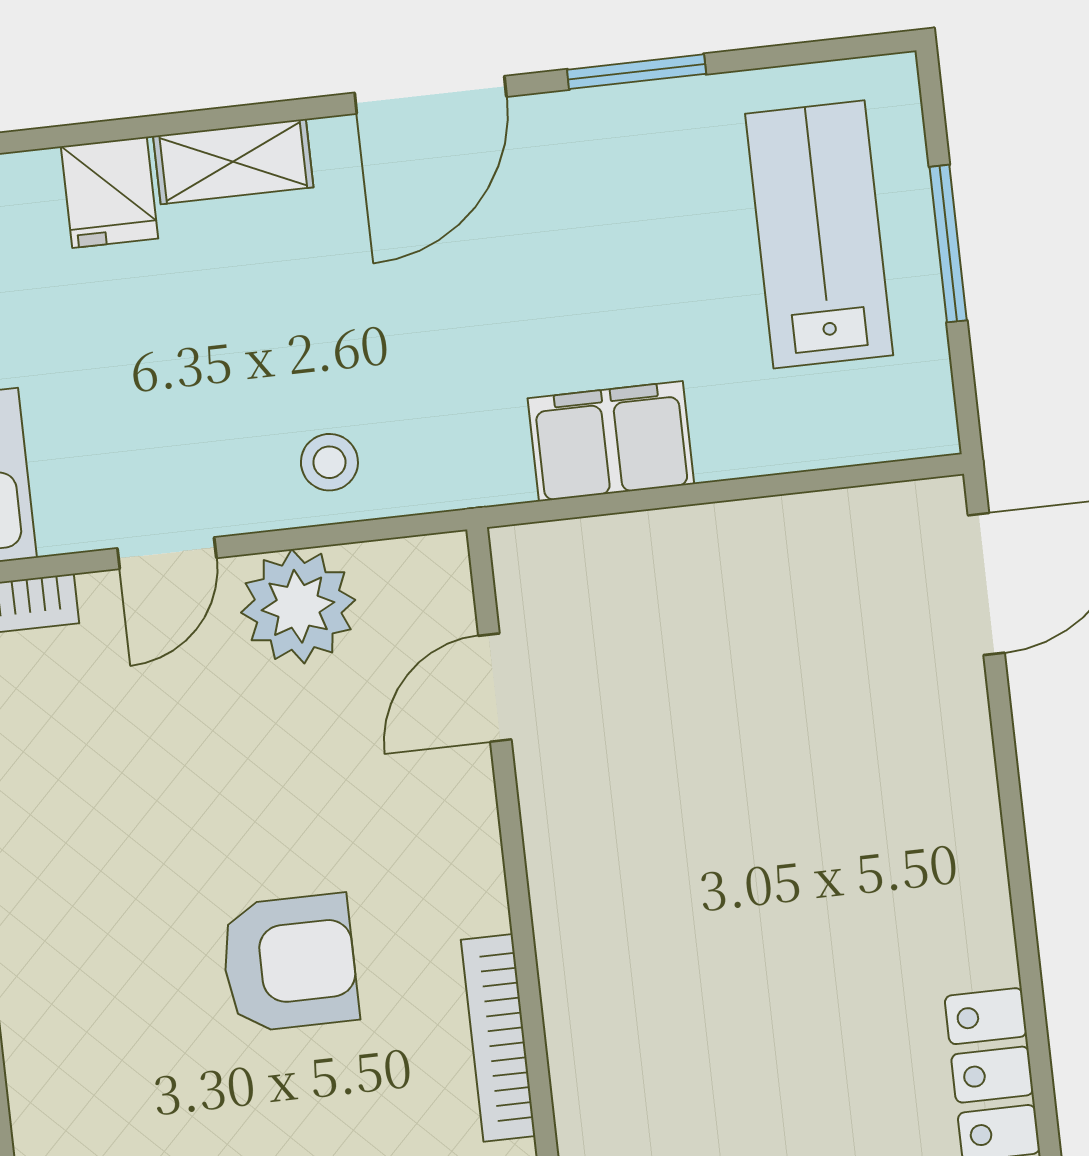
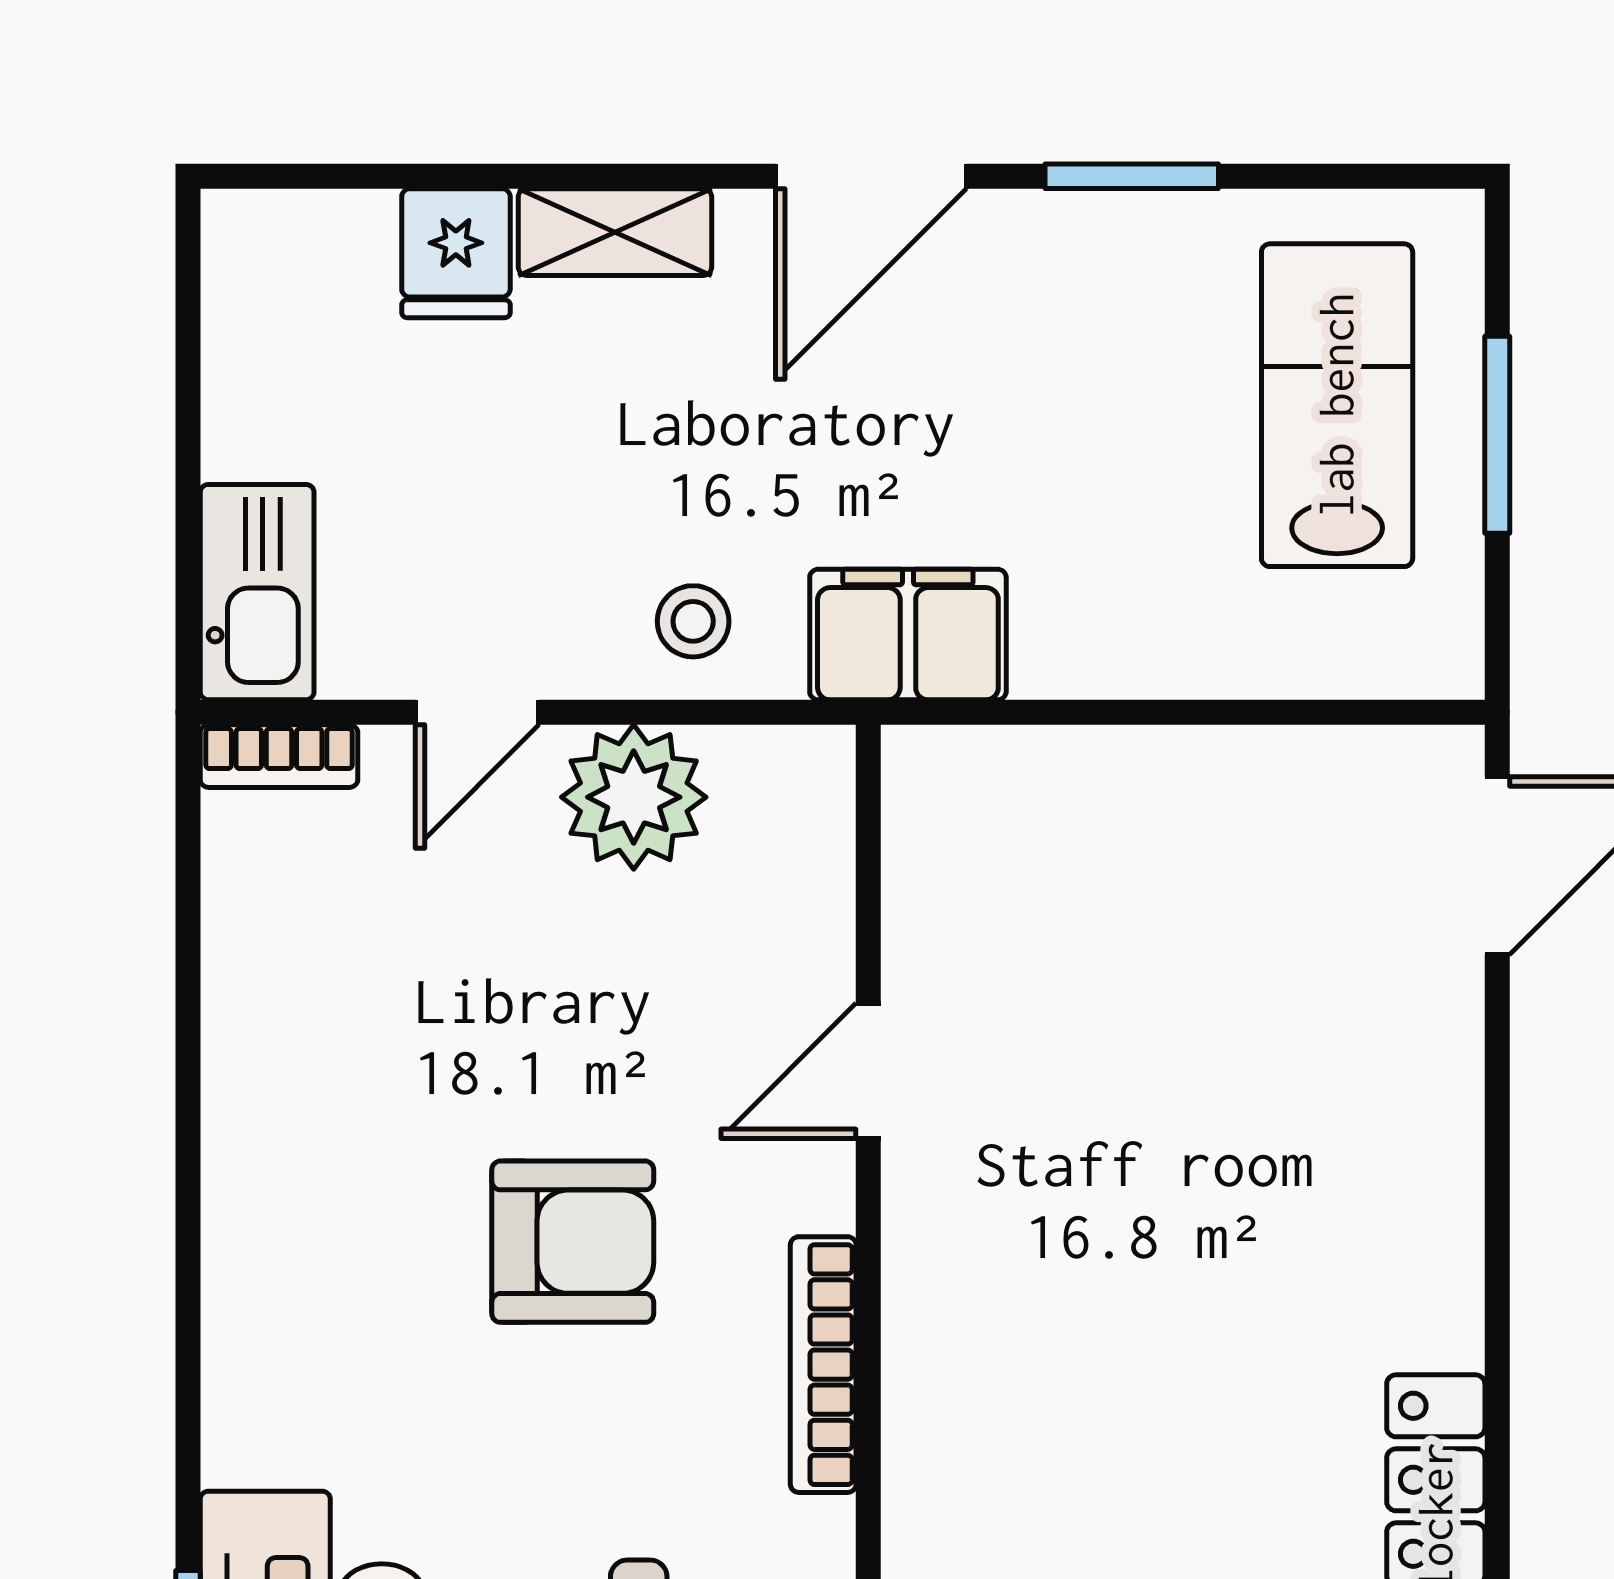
filing cabinet: (611, 441) -> (908, 634), moved
door: (495, 688) -> (868, 1071), moved

